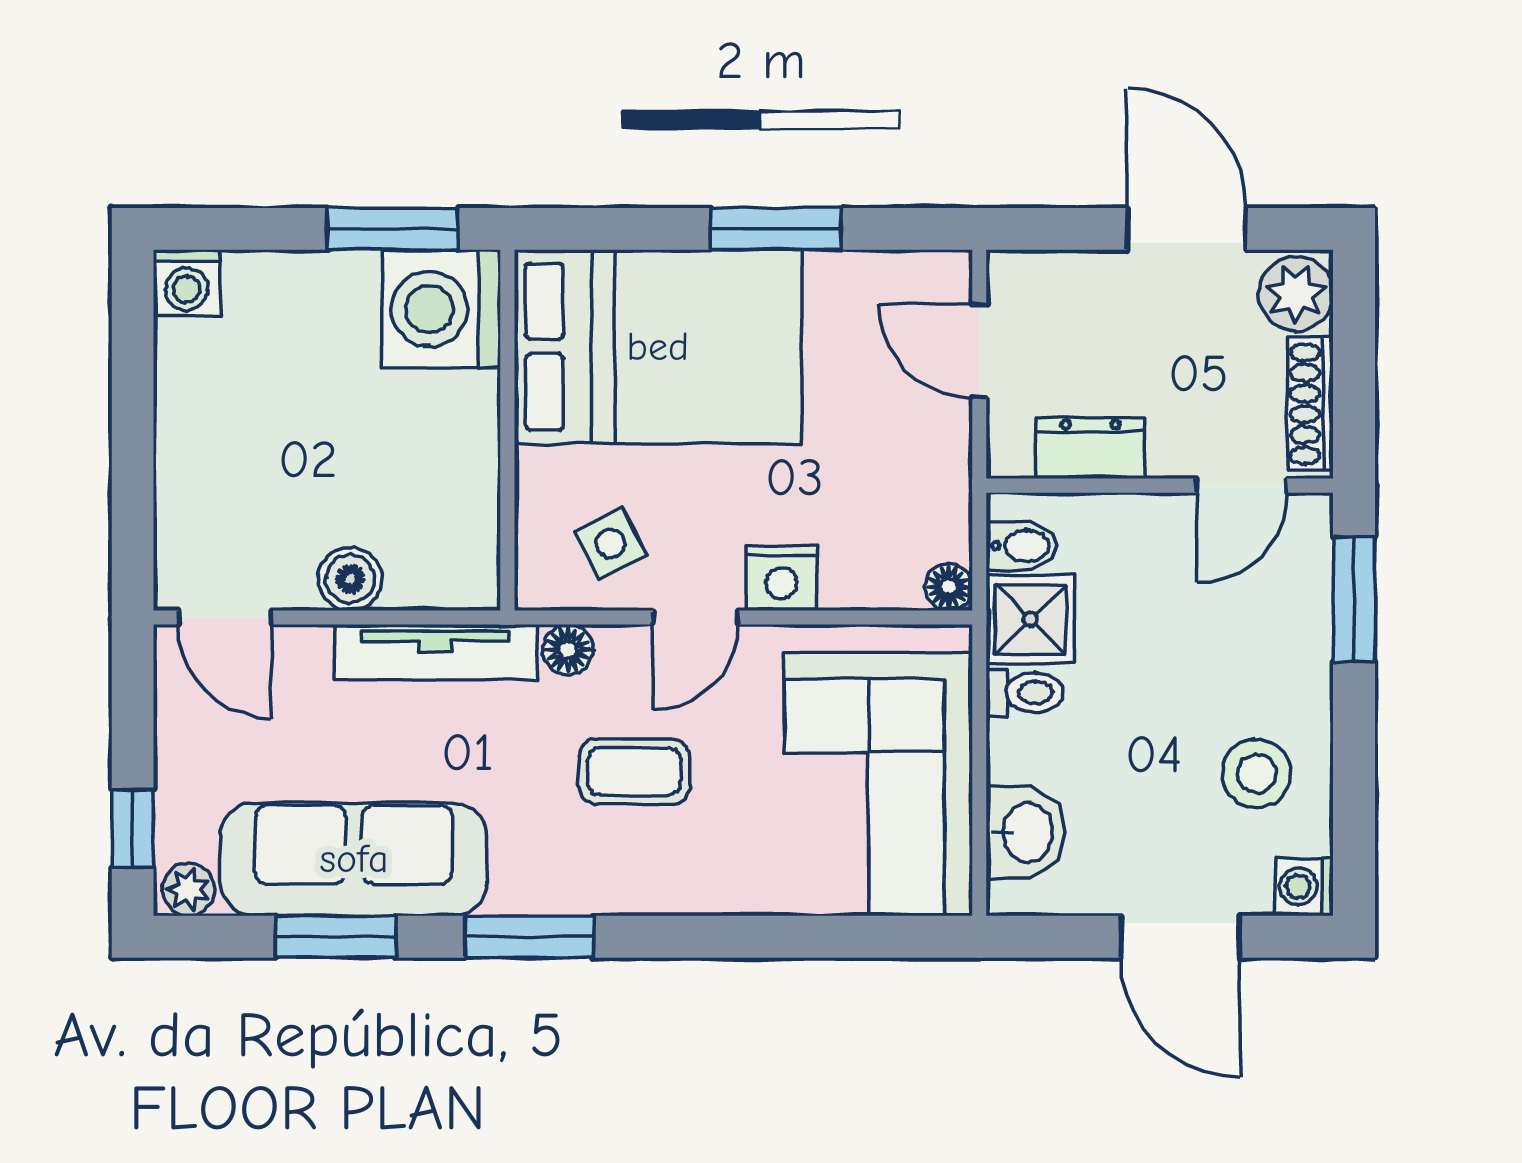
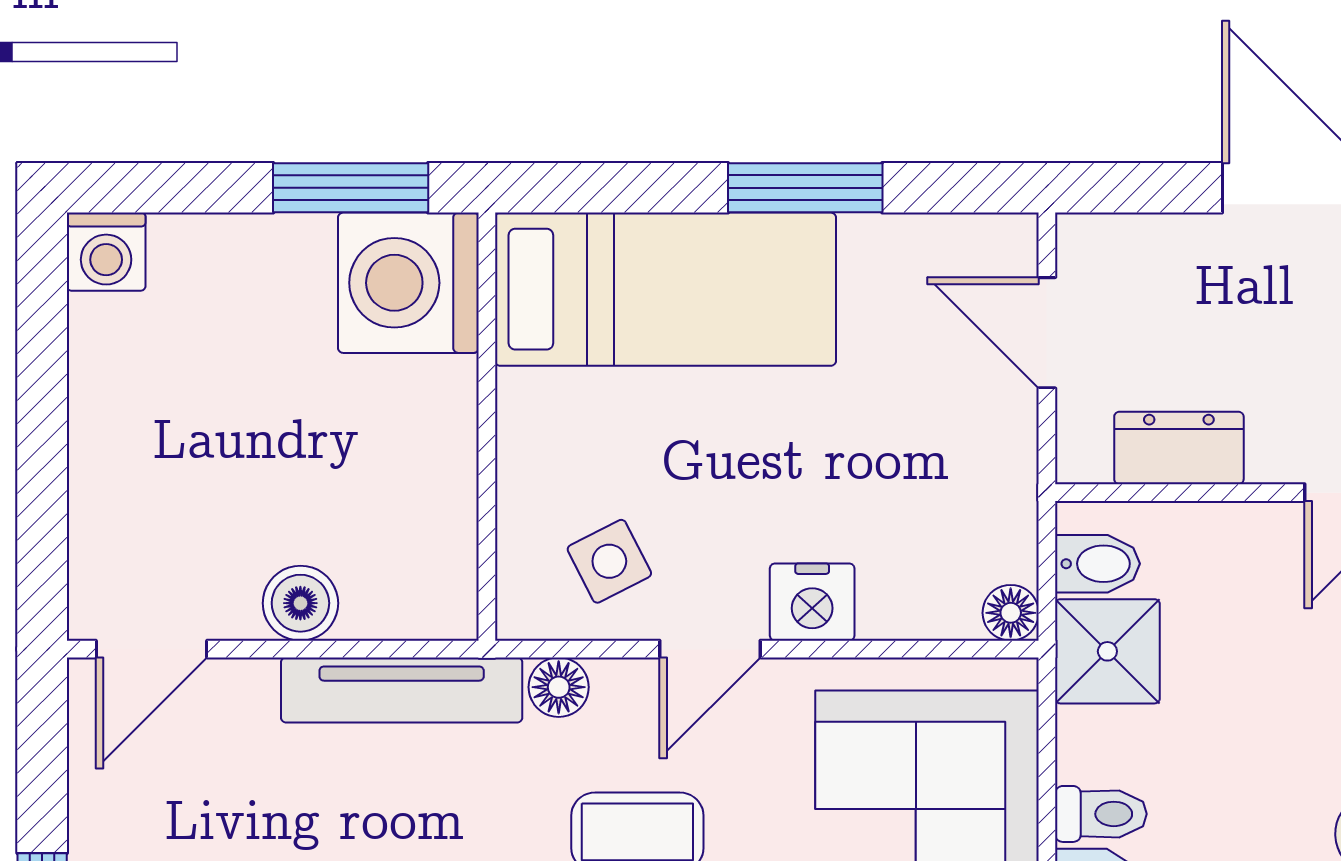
bed: (658, 347) -> (665, 289), width x0.67
door: (225, 618) -> (152, 649), hinge flipped
toilet: (1025, 693) -> (1101, 814), moved

